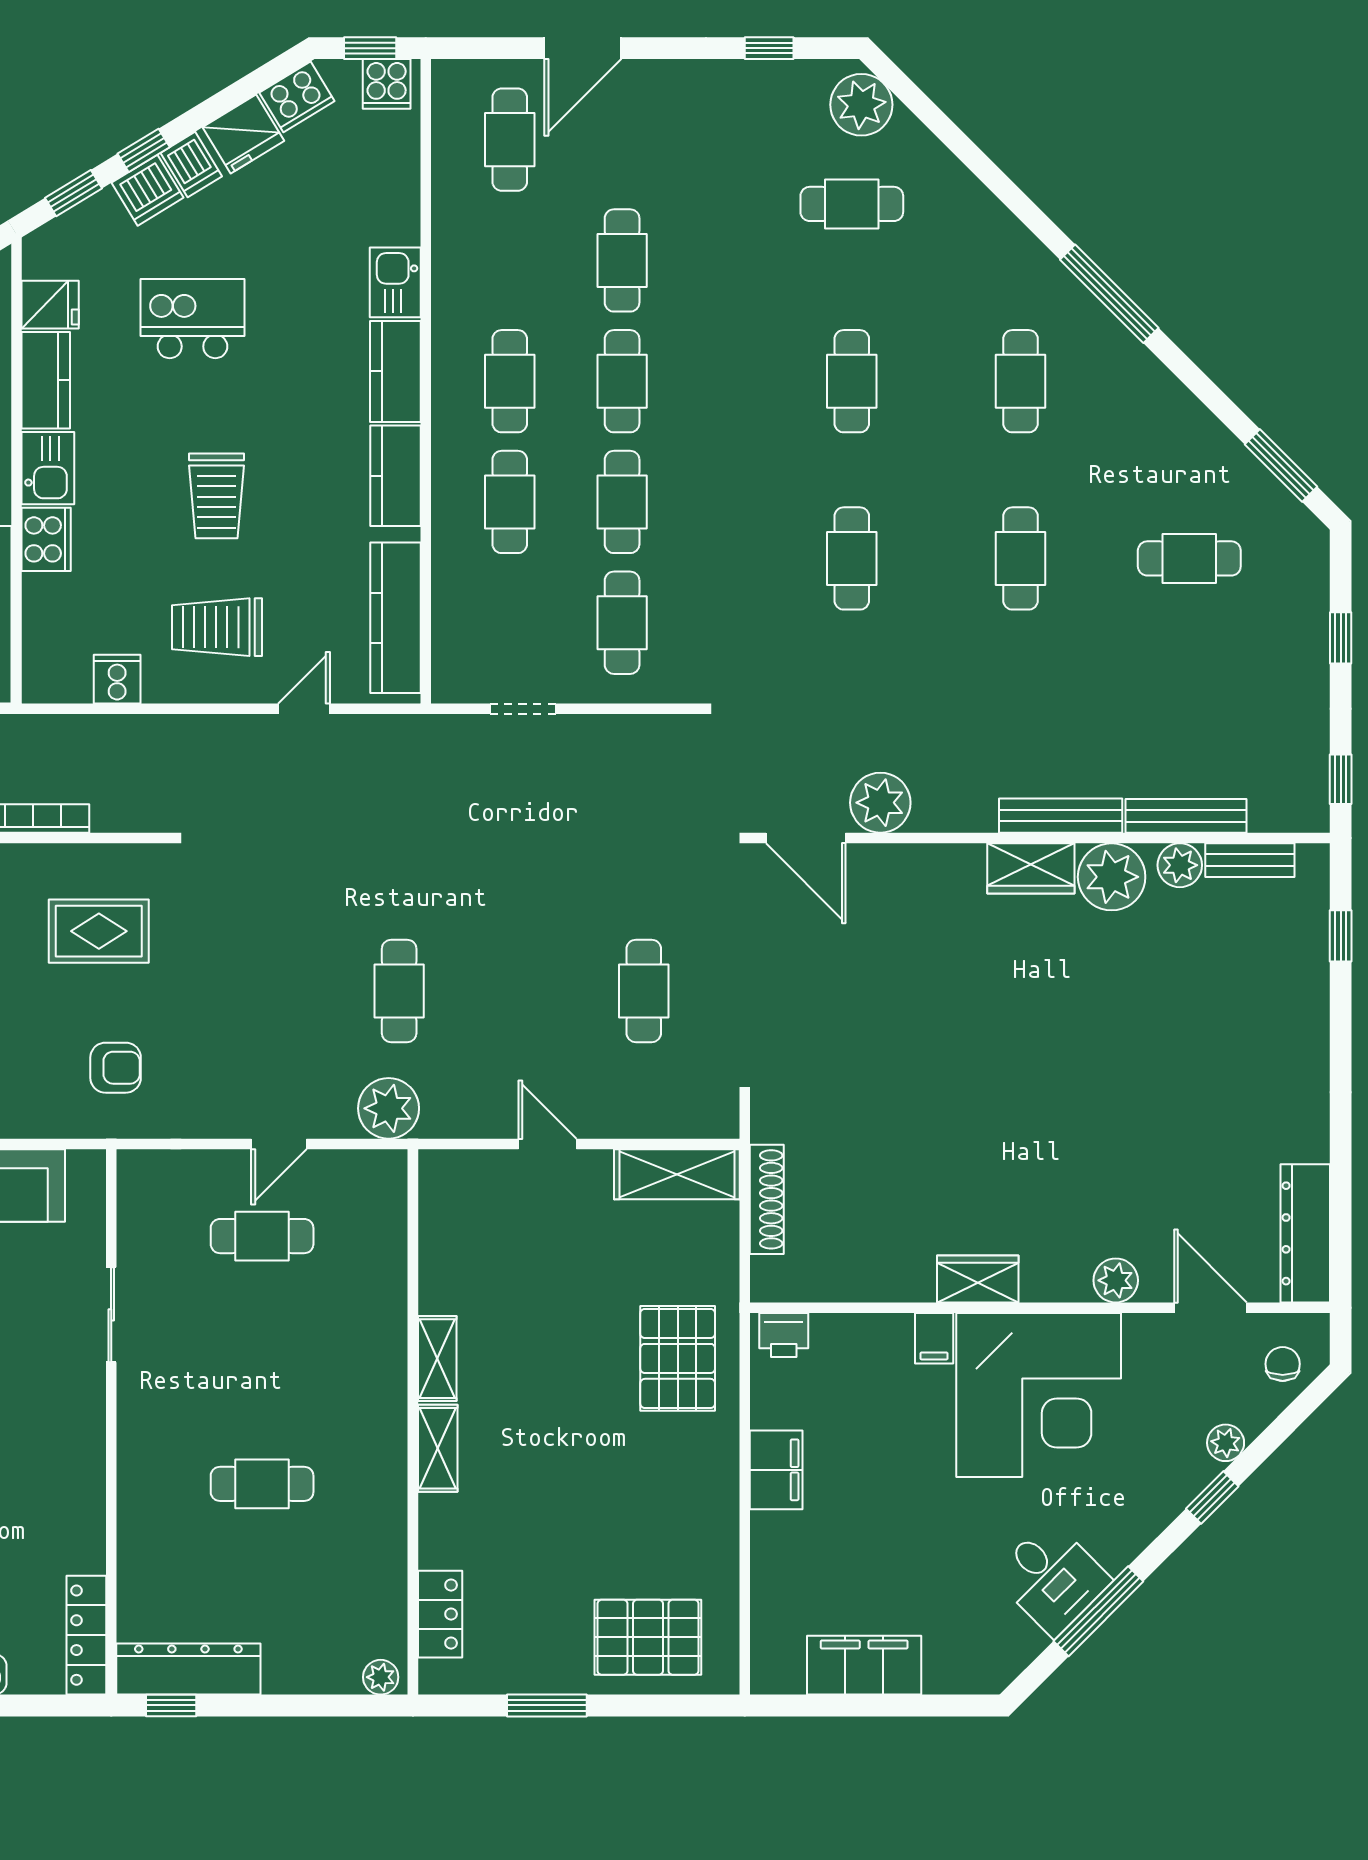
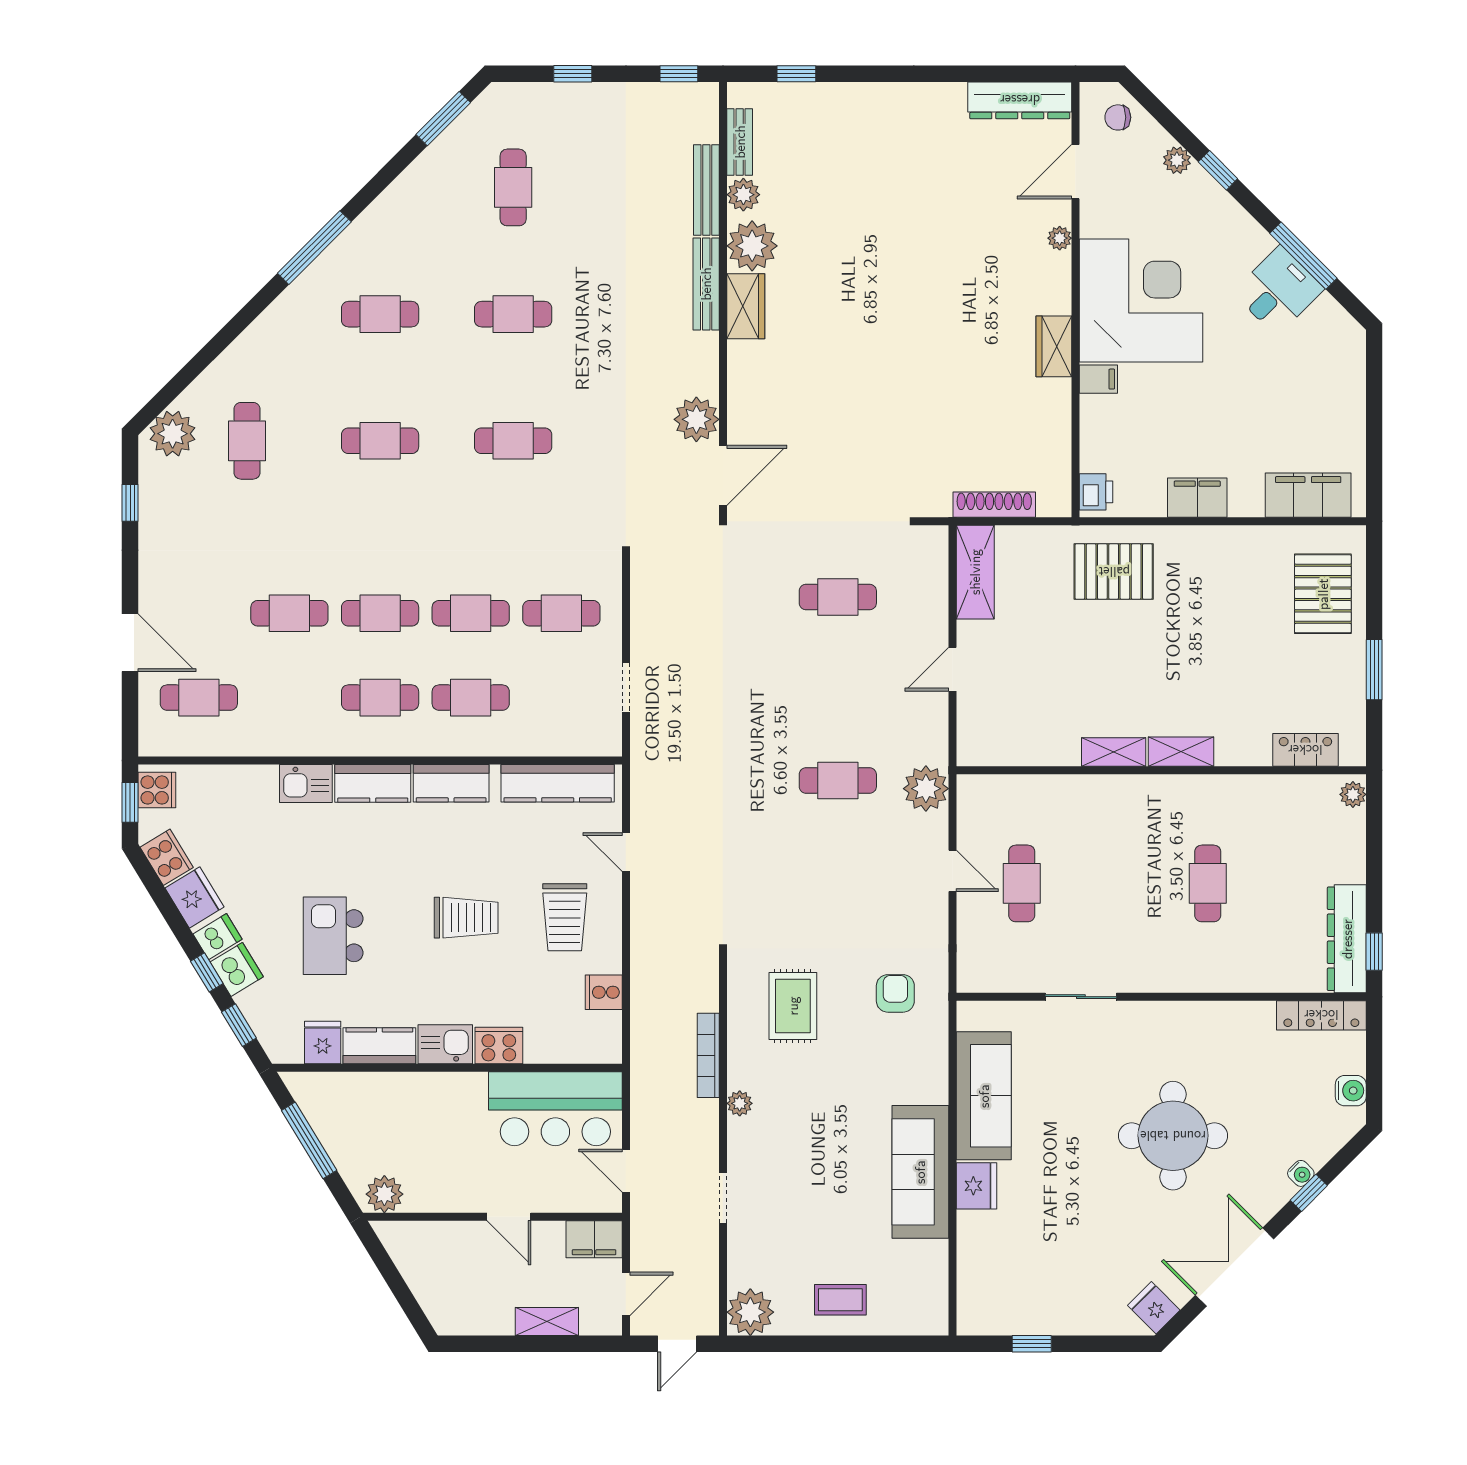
plant: (1116, 1280) -> (1060, 238), width x0.73, depth x0.73
filing cabinet: (864, 1665) -> (1308, 495), moved, turned 90

